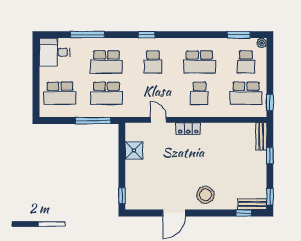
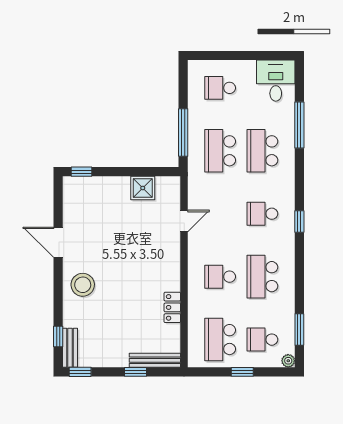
window: (147, 35) -> (299, 222), moved
school desk: (60, 93) -> (220, 88), width x0.54
window: (270, 102) -> (242, 372), moved
locker: (188, 129) -> (172, 307), moved
bench: (261, 136) -> (155, 360), width x1.36

